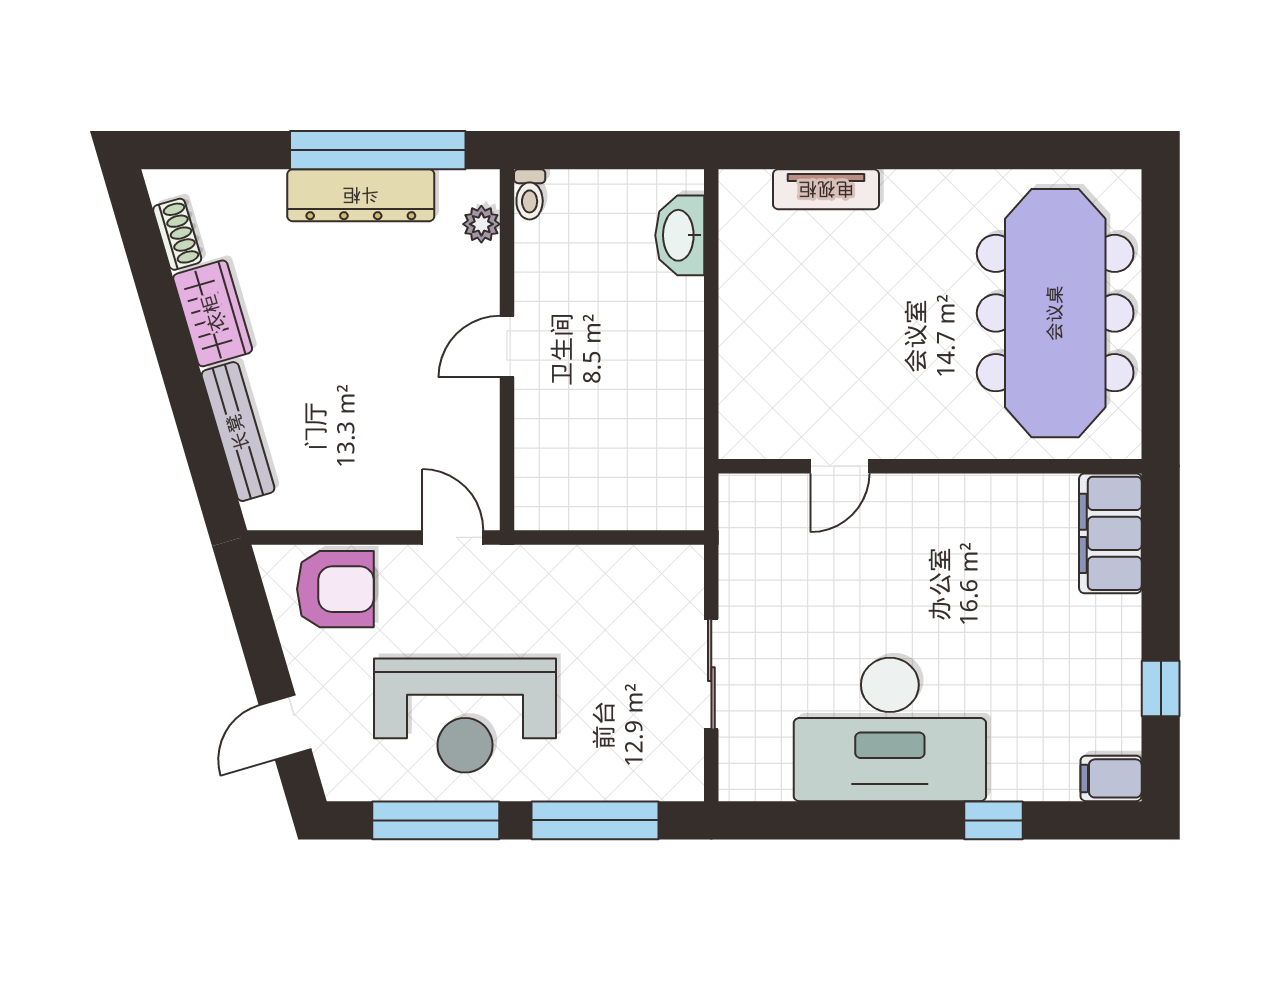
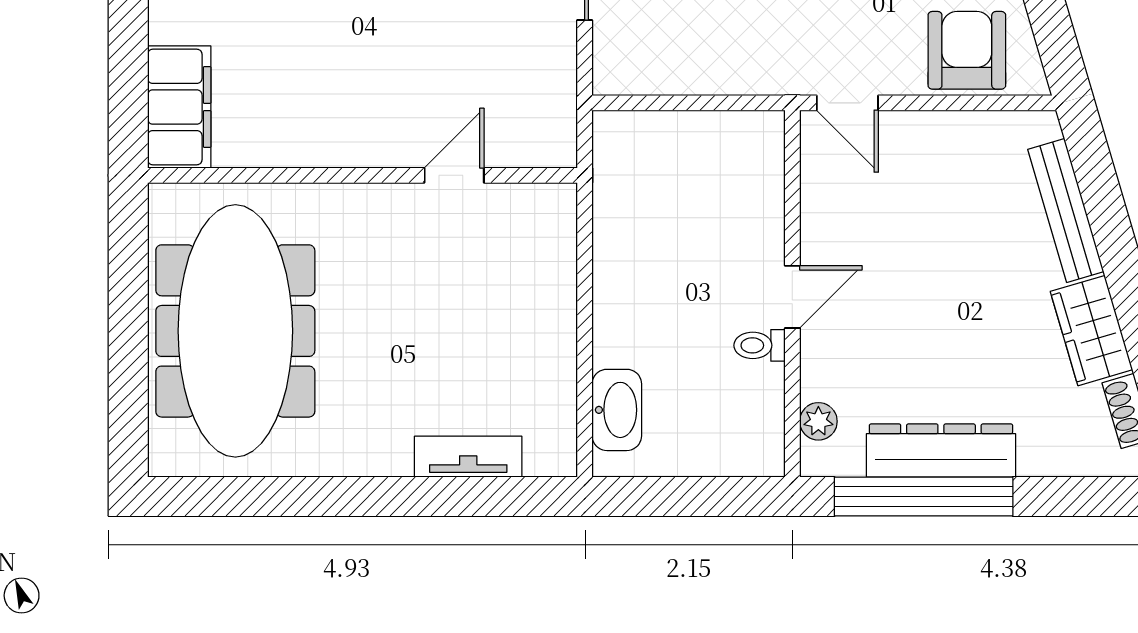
toilet: (530, 194) -> (760, 345), moved, turned -90
armchair: (335, 589) -> (967, 50), turned 90

